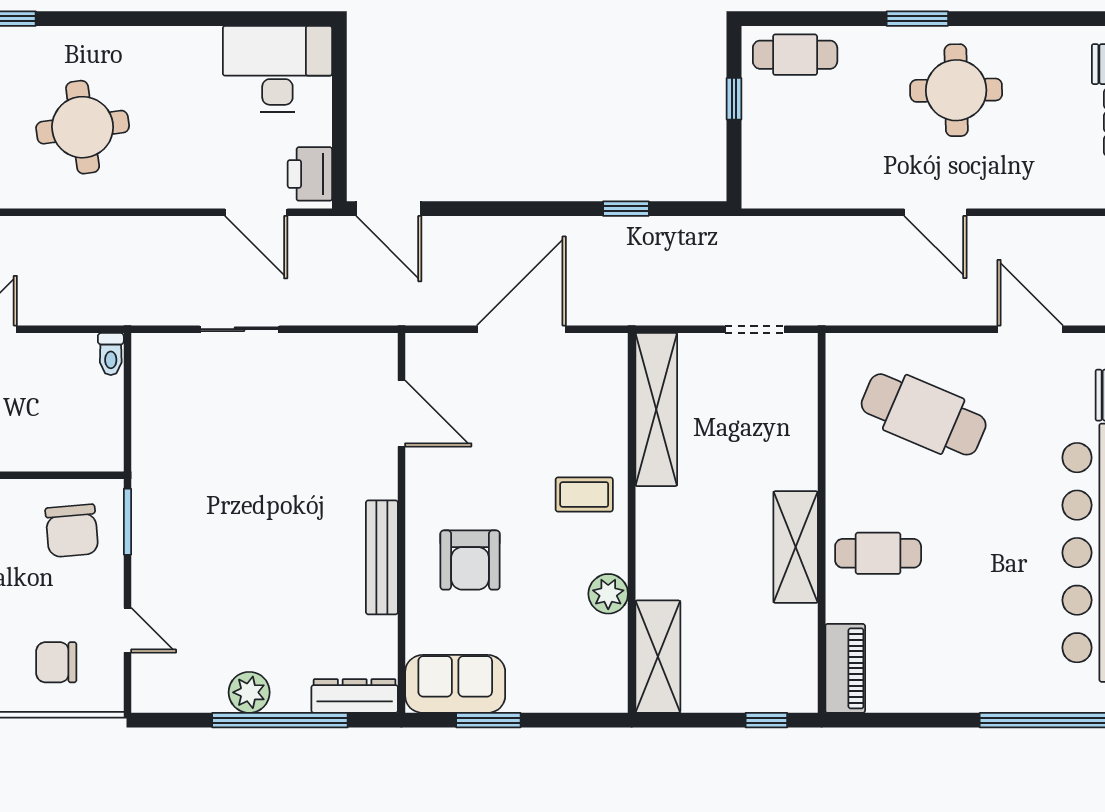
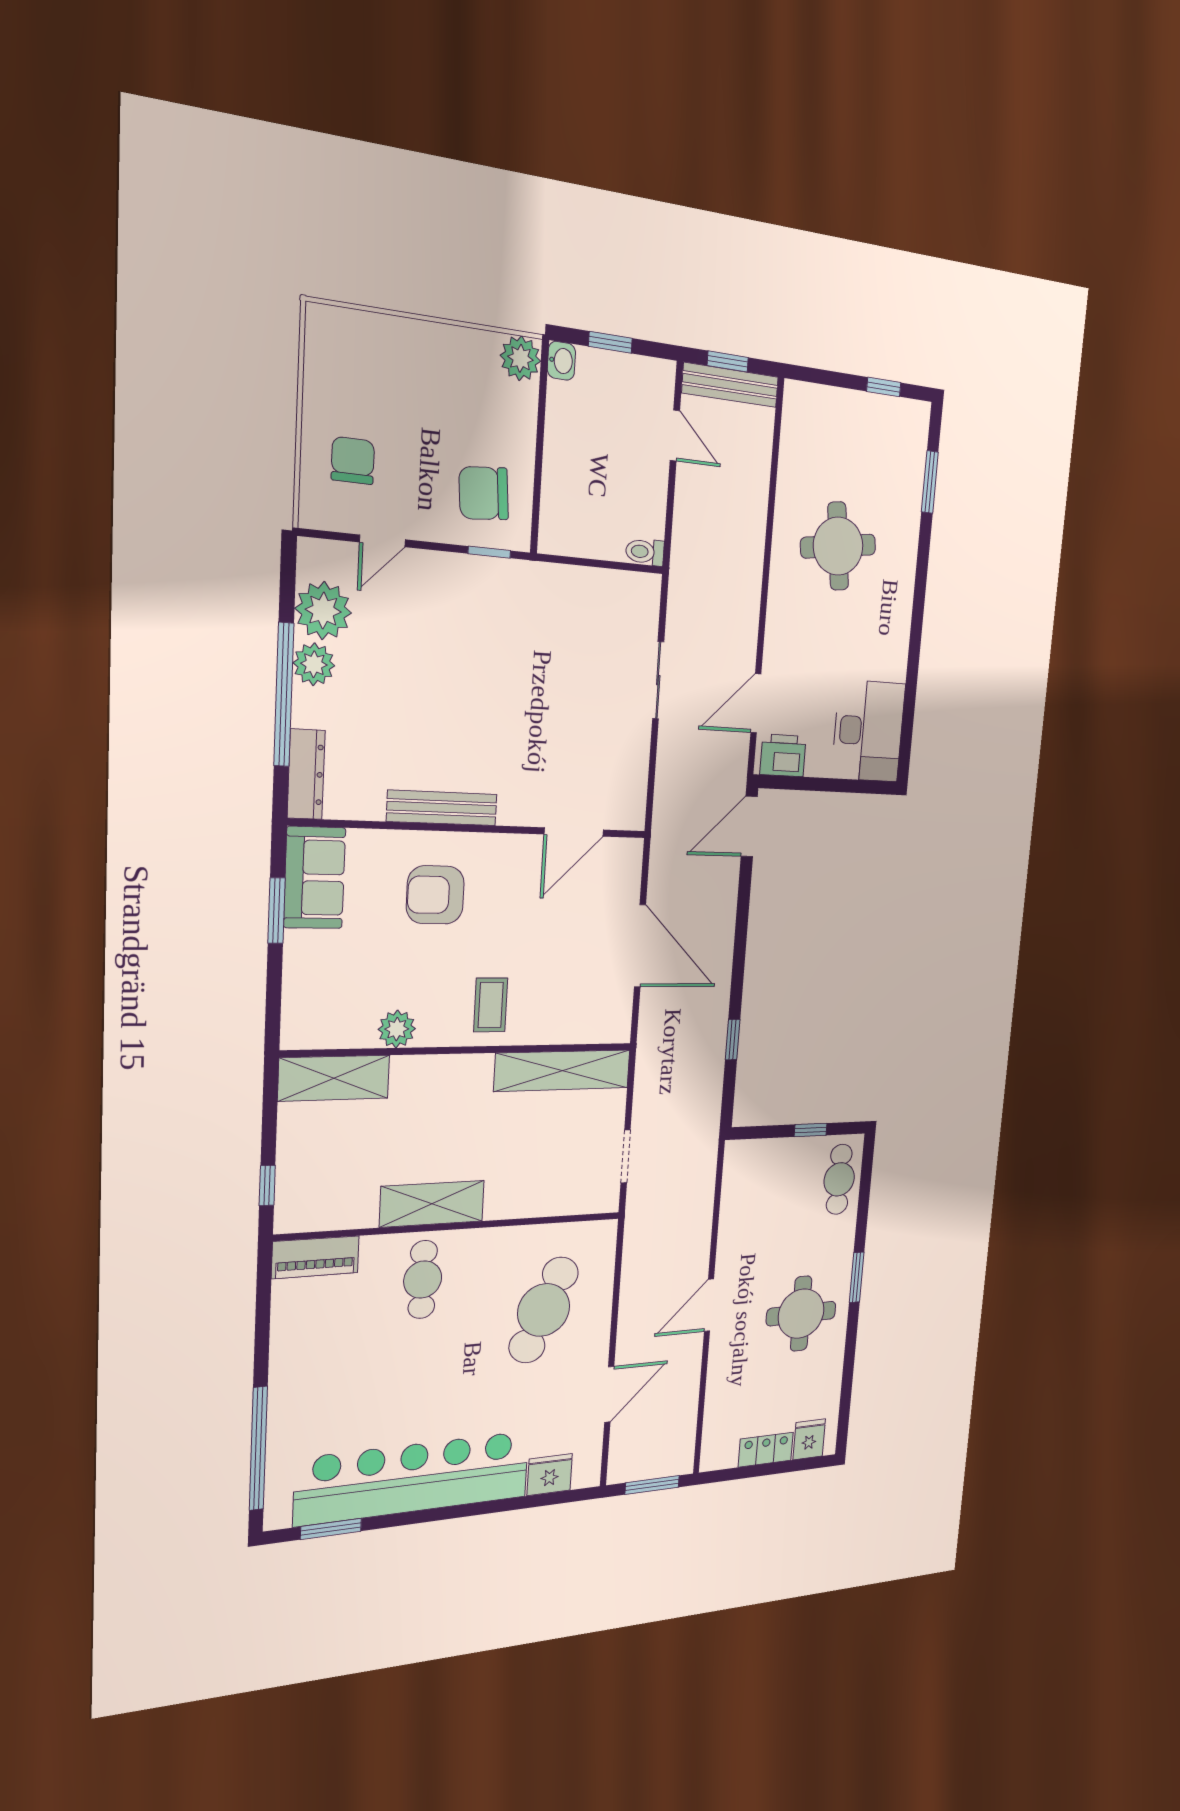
window: (127, 522) -> (489, 552), width x0.67
plant: (198, 685) -> (323, 611), added

